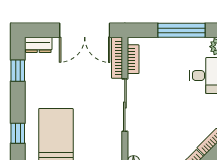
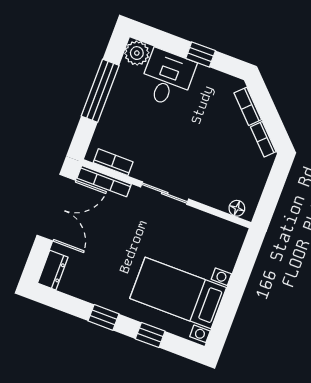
window: (18, 71) -> (103, 317), moved
sliding door: (125, 105) -> (165, 193), width x0.73

